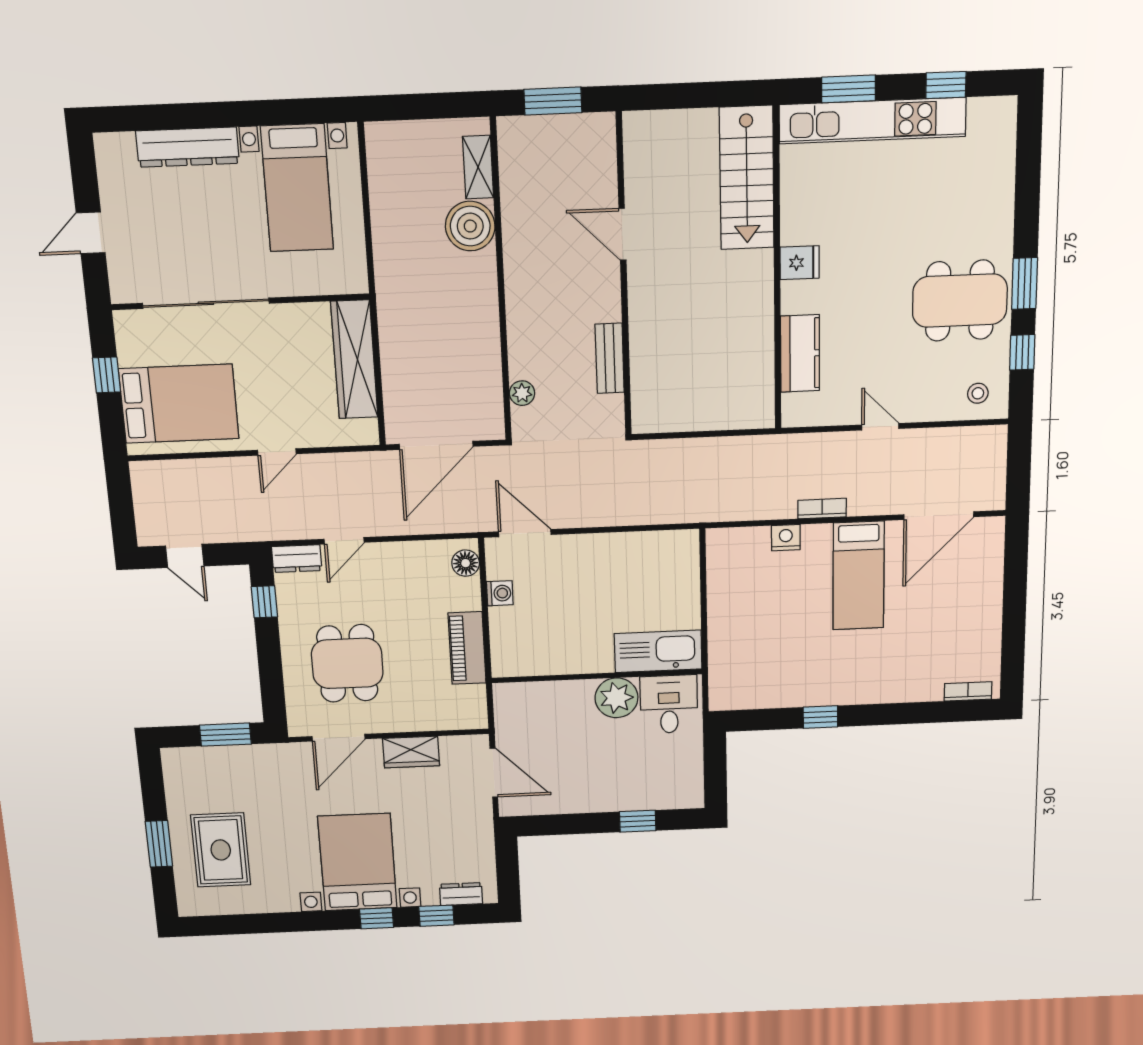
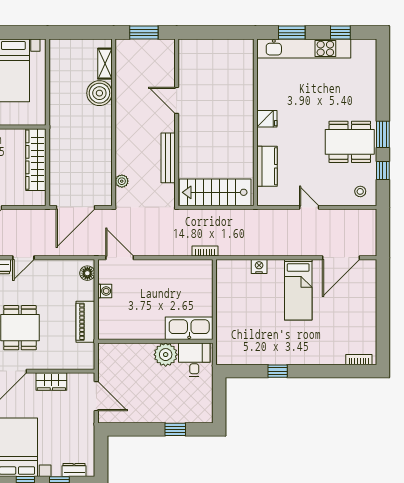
stairs: (747, 178) -> (215, 192), moved, turned 90
bench: (610, 358) -> (168, 158), width x1.36
bookcase: (822, 509) -> (205, 251), moved

